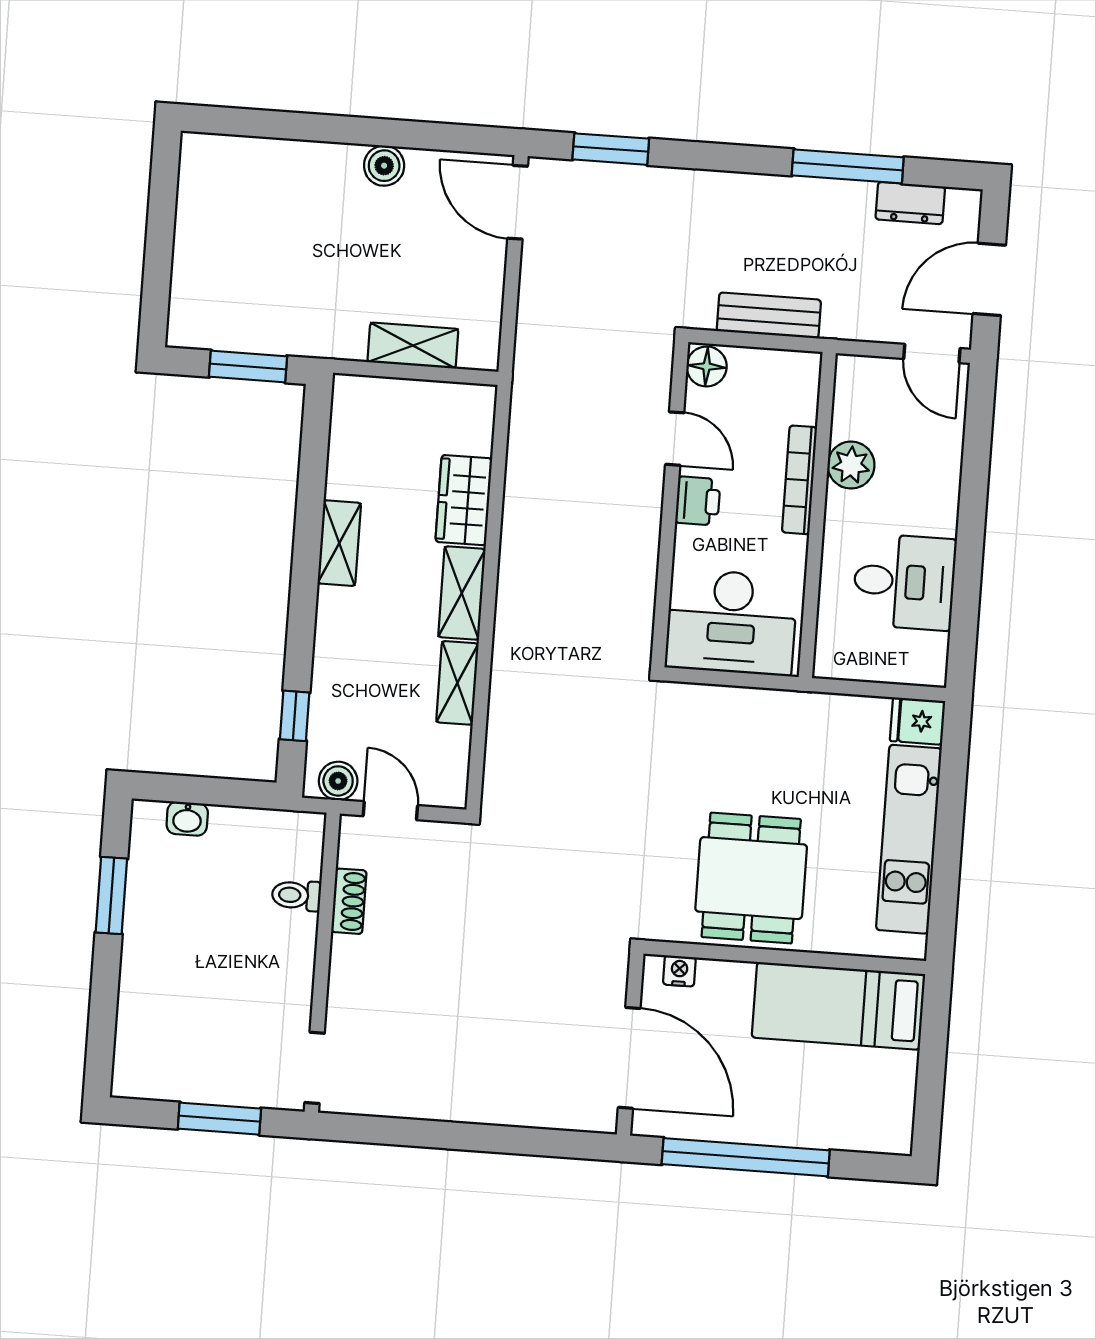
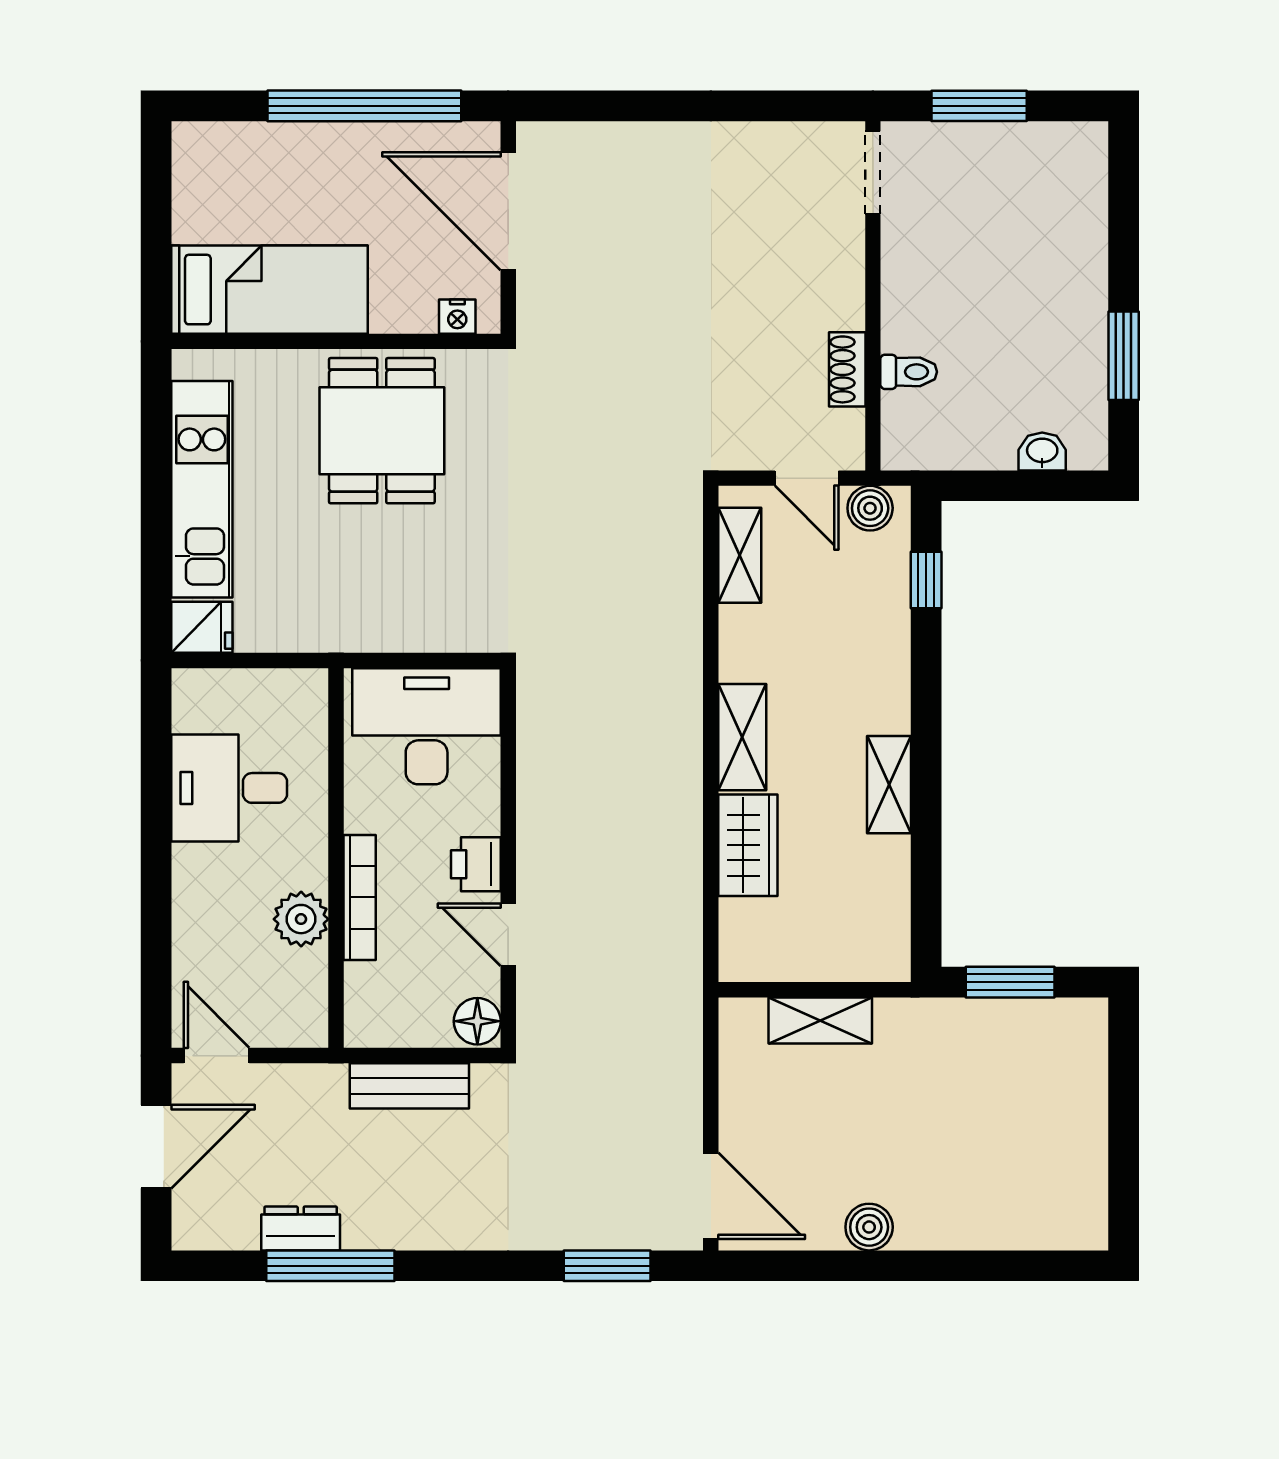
dresser: (910, 203) -> (301, 1229), moved
shelving: (457, 683) -> (740, 555), moved

